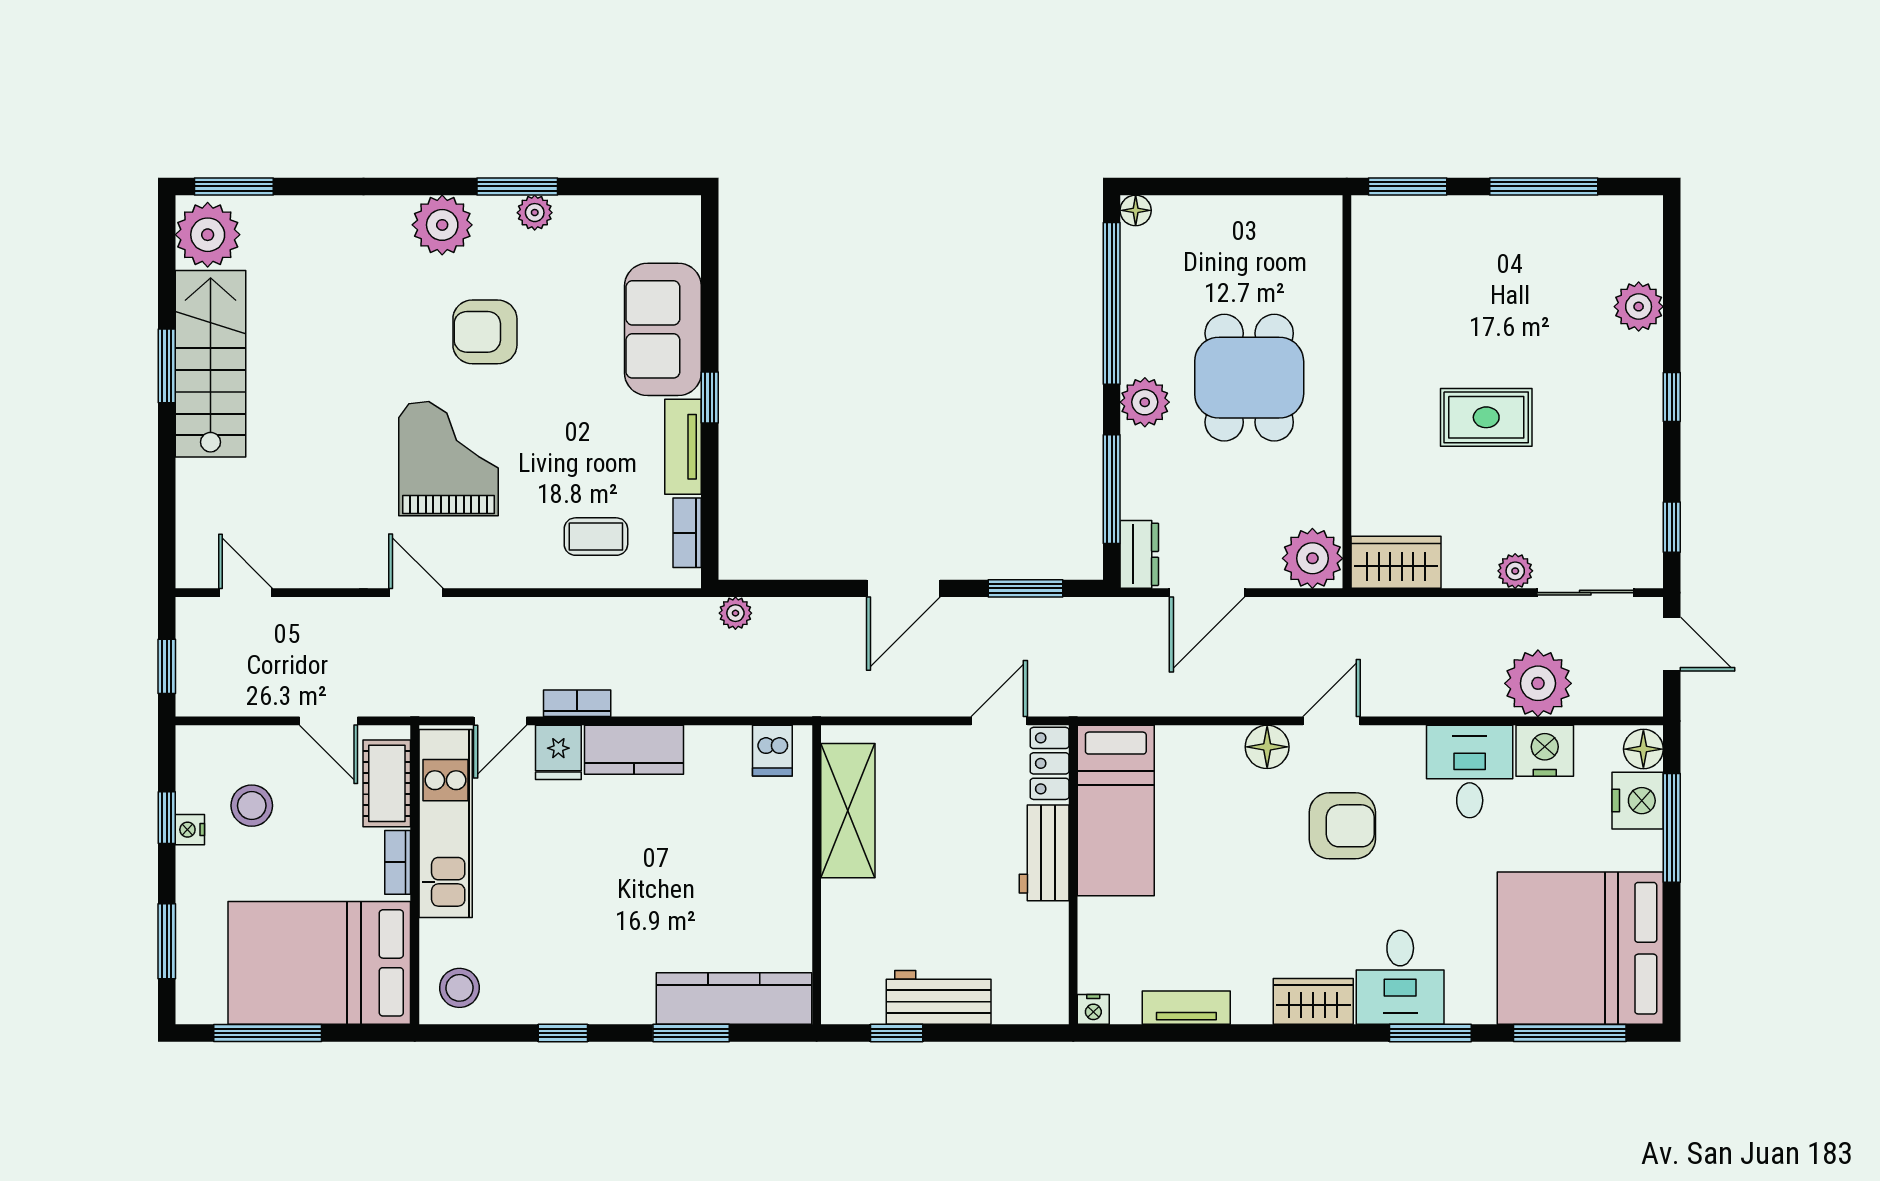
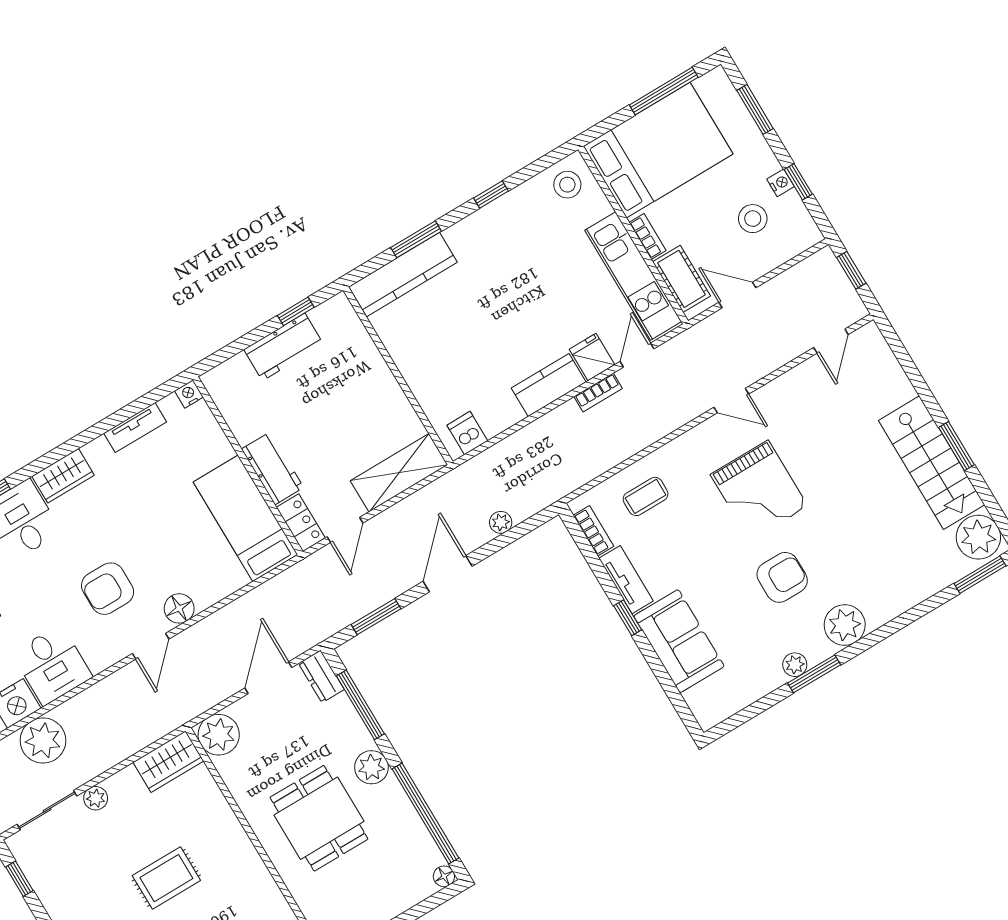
door: (245, 593) -> (831, 341), hinge flipped
plant: (735, 613) -> (501, 522), moved
shelving: (848, 811) -> (399, 473), moved, turned 90

